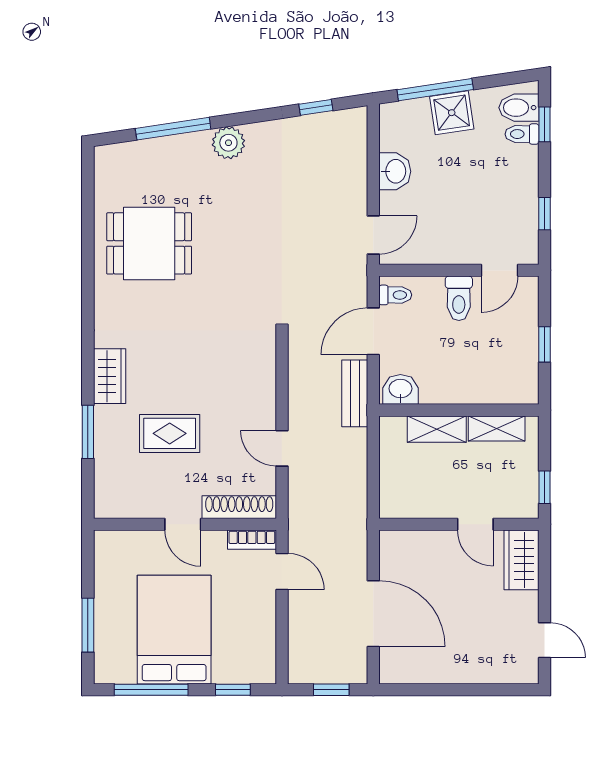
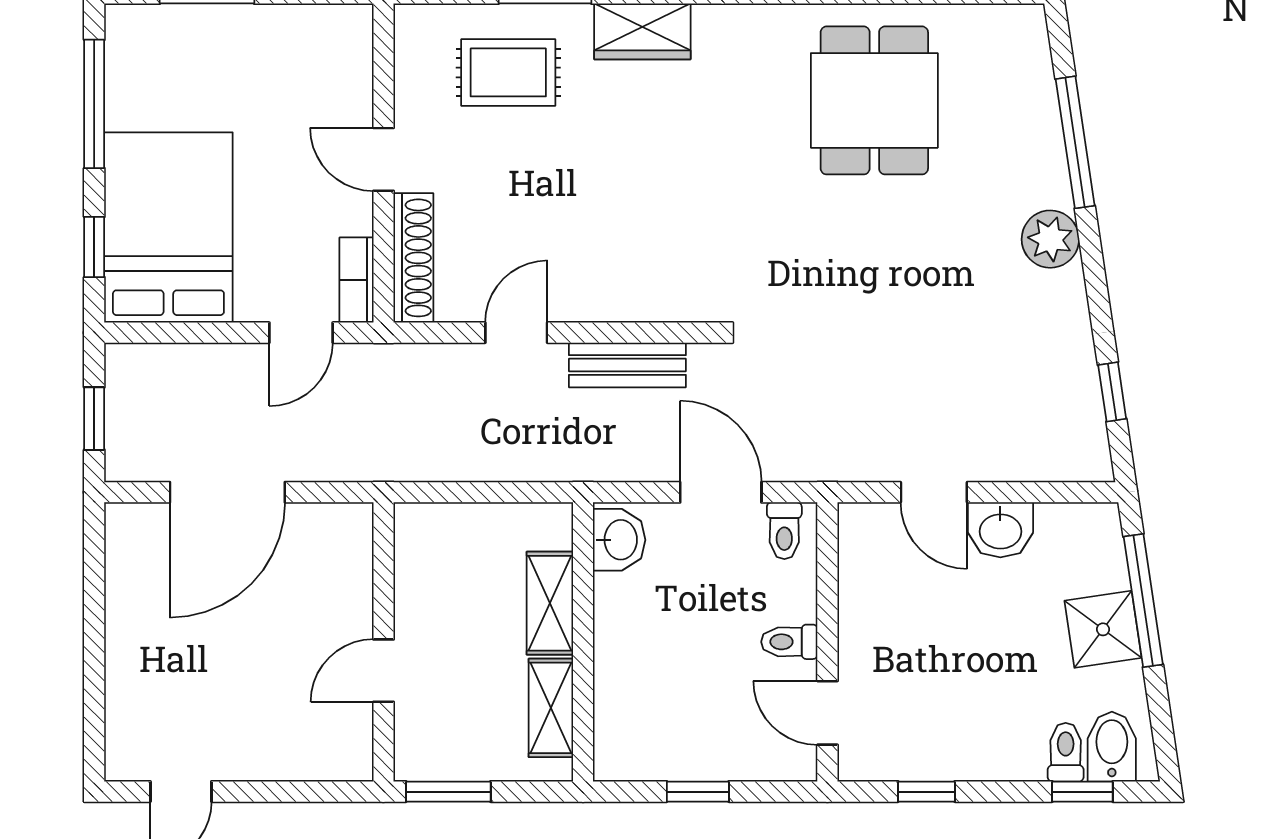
door: (373, 235) -> (934, 492), moved
toilet: (459, 298) -> (789, 642), width x0.73, depth x0.72
bench: (355, 393) -> (627, 365), moved
rug: (170, 433) -> (508, 72), moved, turned 90
window: (544, 487) -> (448, 792), width x1.50
door: (183, 524) -> (383, 159), hinge flipped
wardrobe: (521, 560) -> (321, 751), removed
bed: (174, 630) -> (168, 227), moved, turned -90

